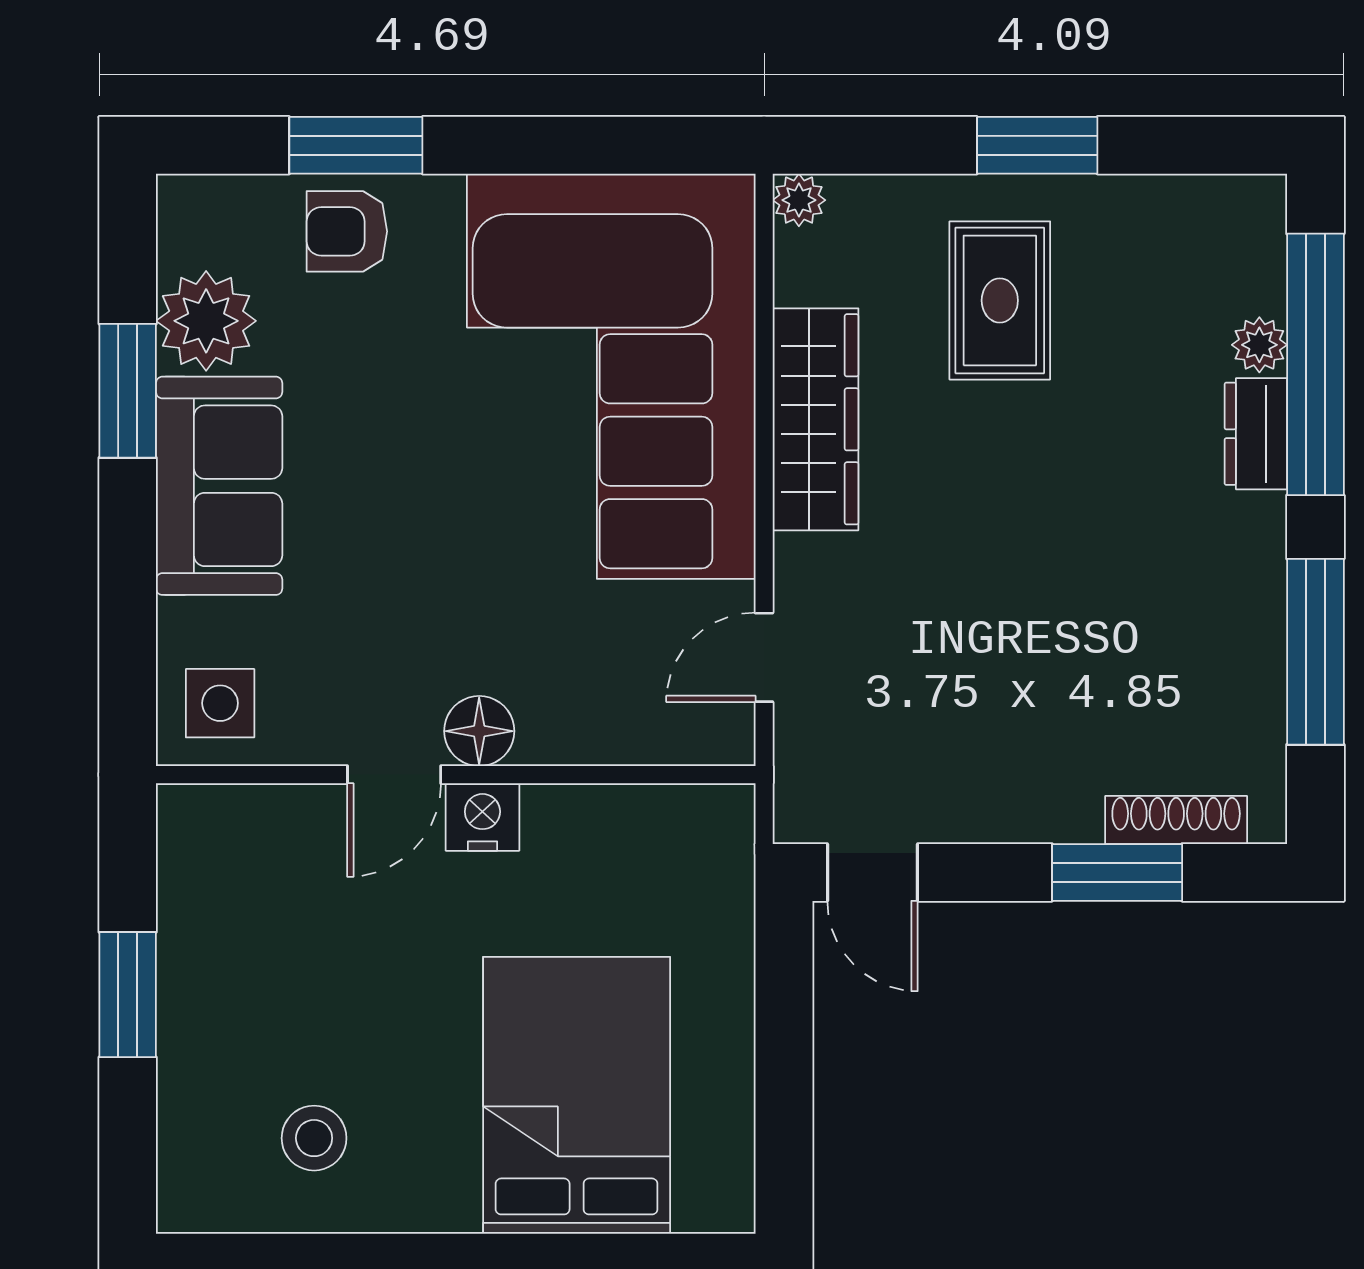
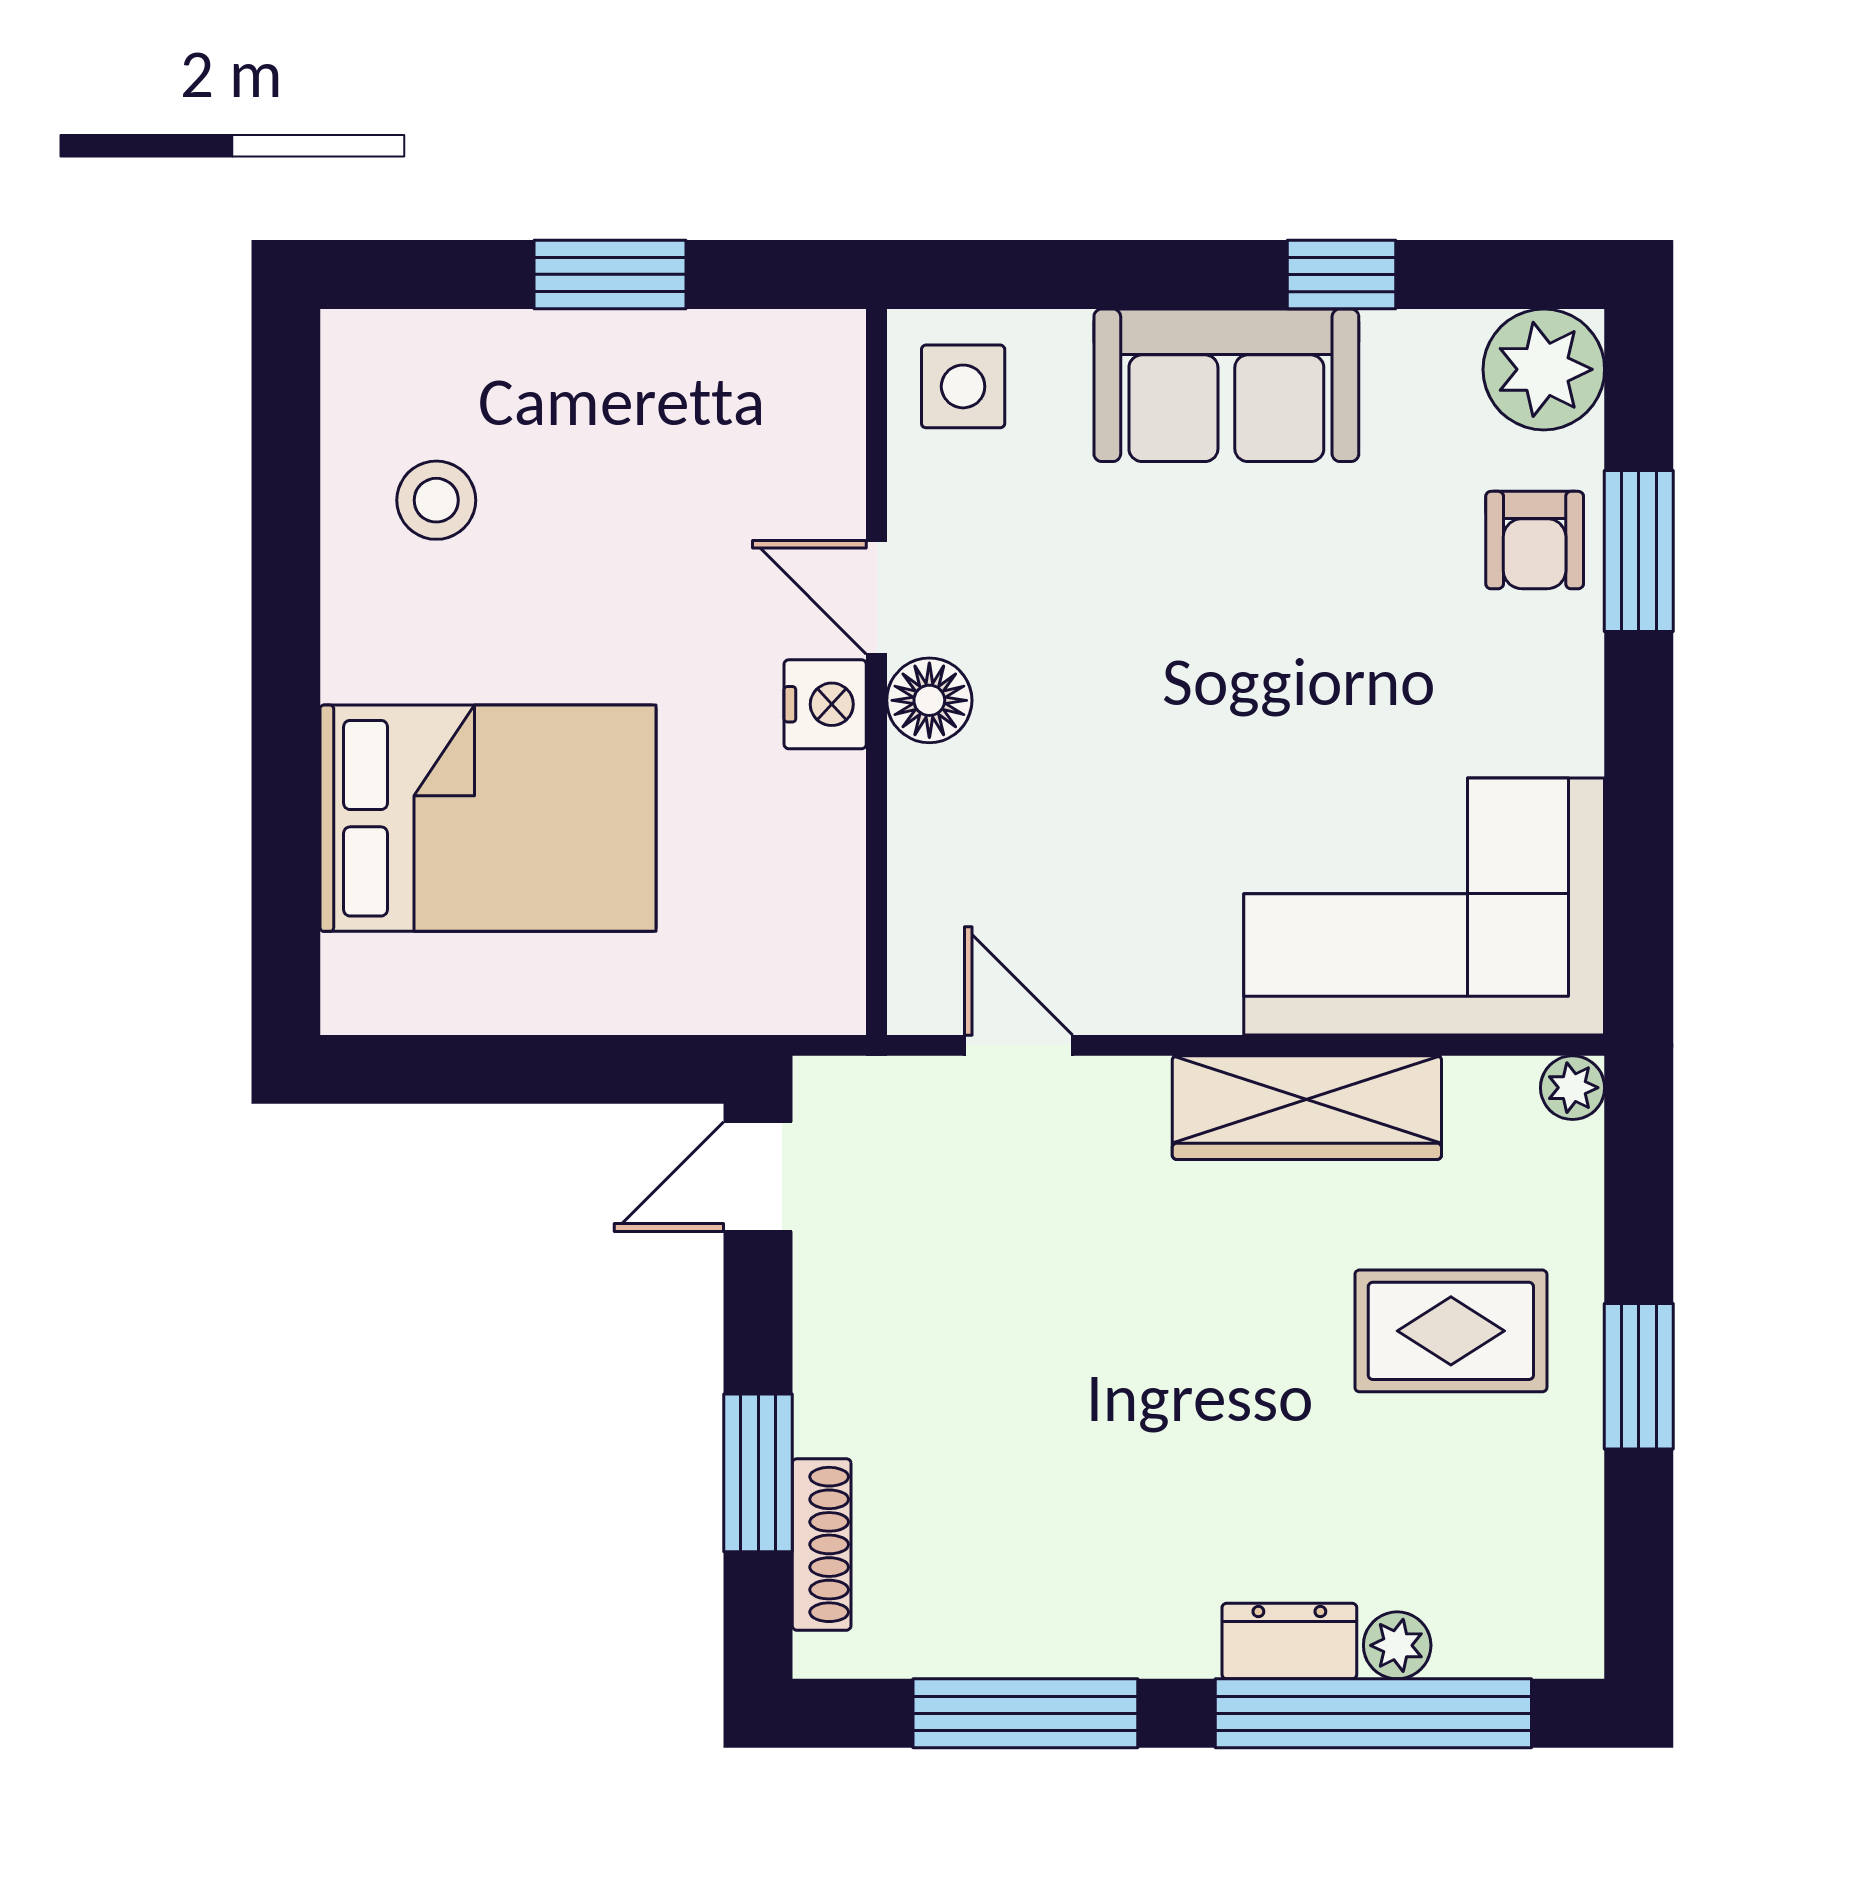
armchair: (347, 231) -> (1535, 540), turned 180
plant: (206, 321) -> (1544, 369), moved
corner sofa: (611, 376) -> (1424, 906), width x0.73, depth x0.74
window: (128, 391) -> (1342, 274), width x0.67

